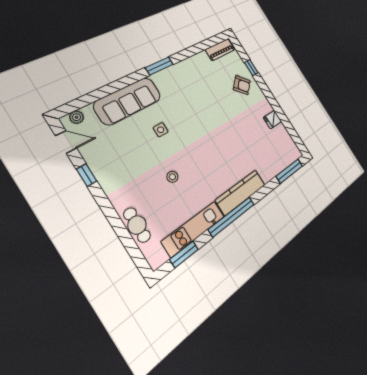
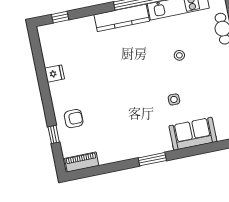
armchair: (242, 85) -> (74, 119), turned 134
sofa: (128, 101) -> (193, 134), width x0.73
window: (289, 171) -> (60, 17), width x0.46

